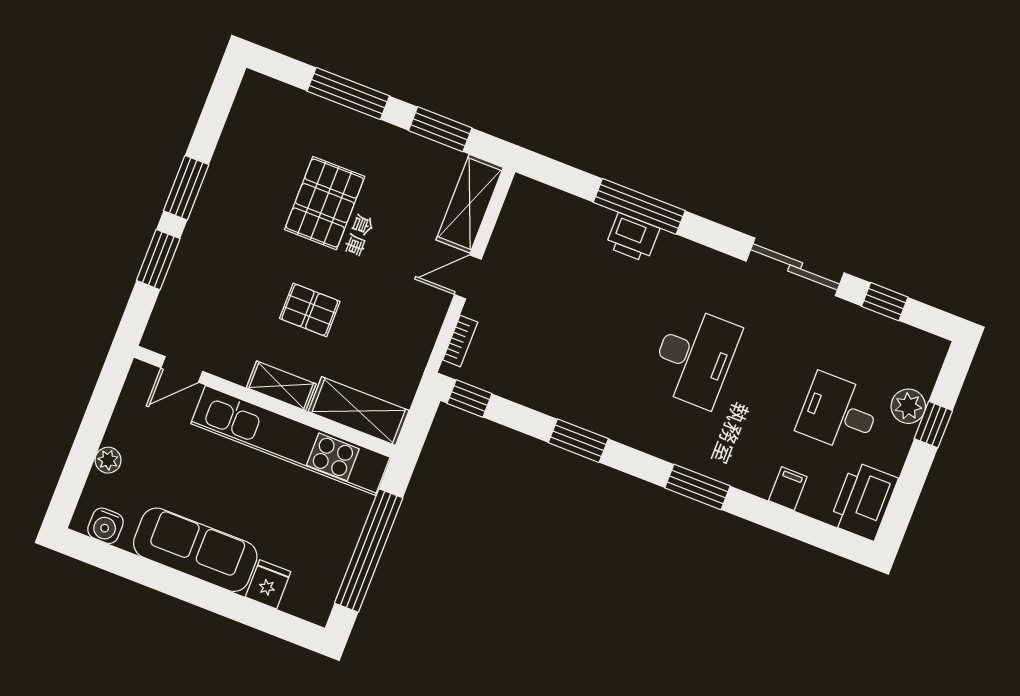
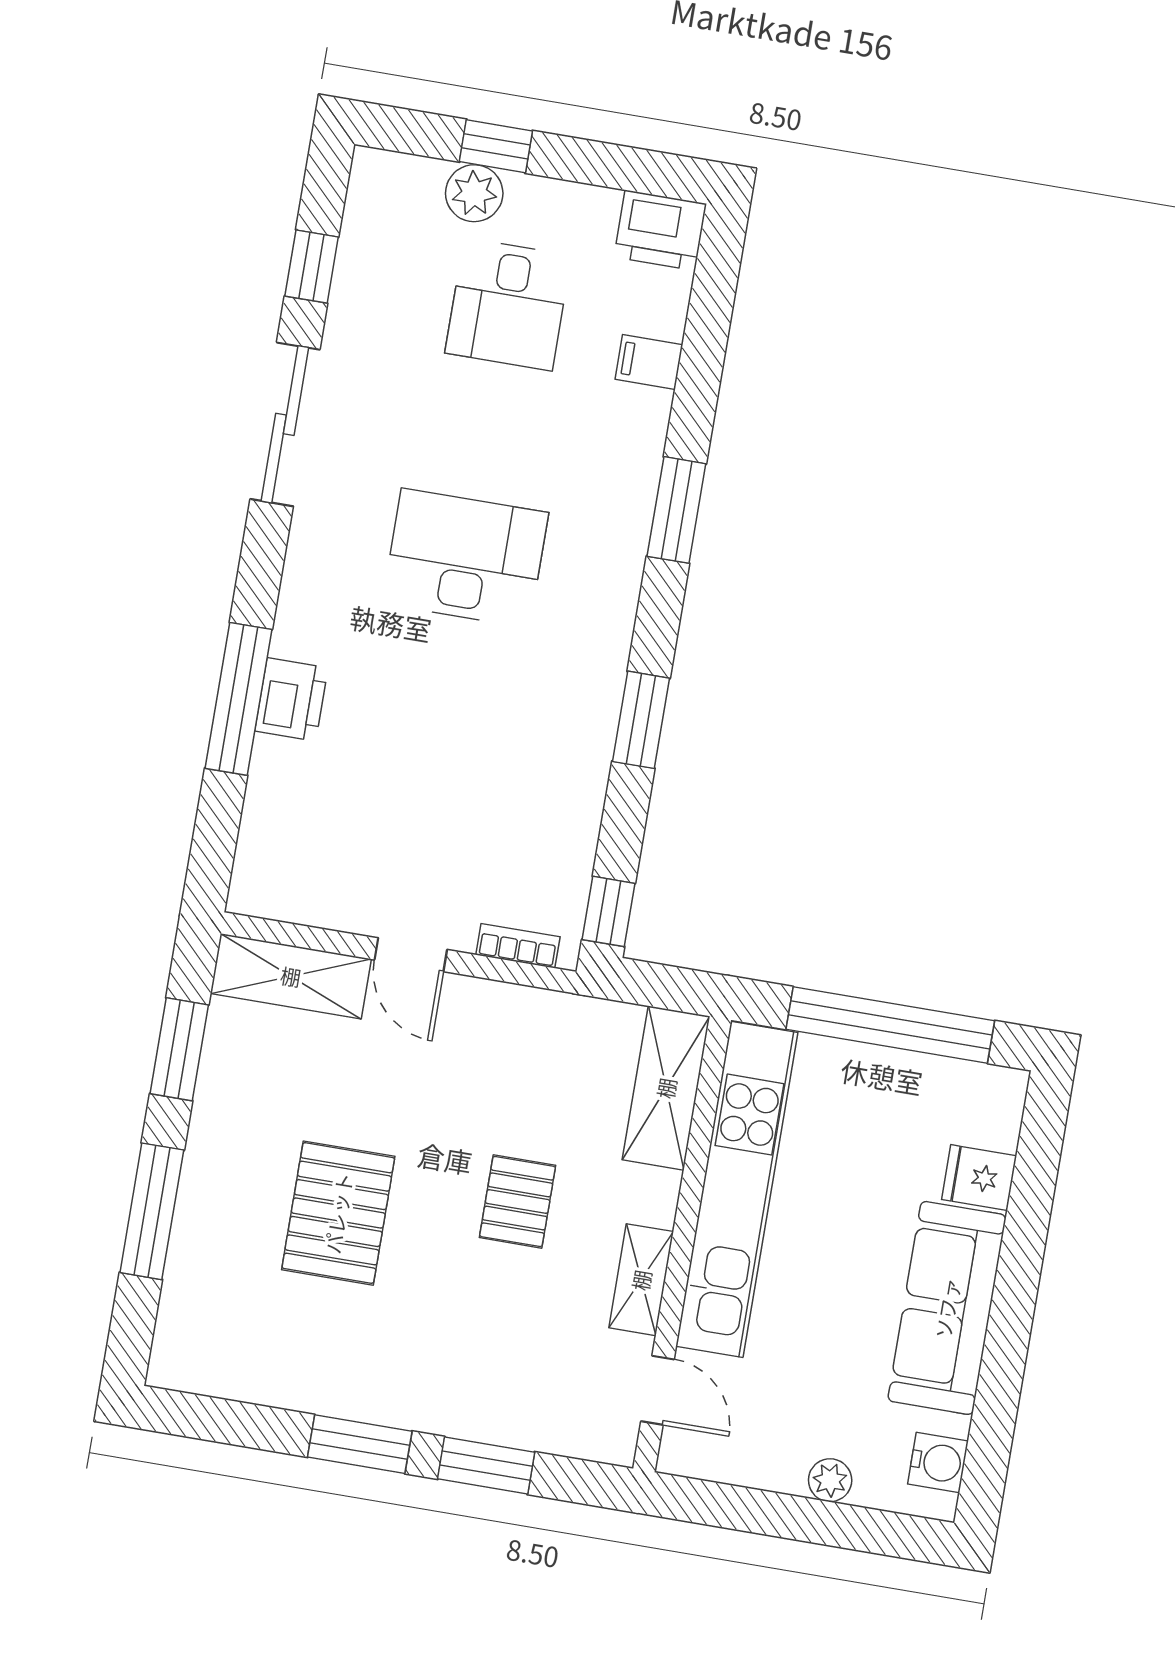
pallet: (325, 203) -> (338, 1213), turned 90
shelving: (281, 386) -> (641, 1280), moved
printer: (864, 501) -> (660, 230), width x0.73, depth x0.84

